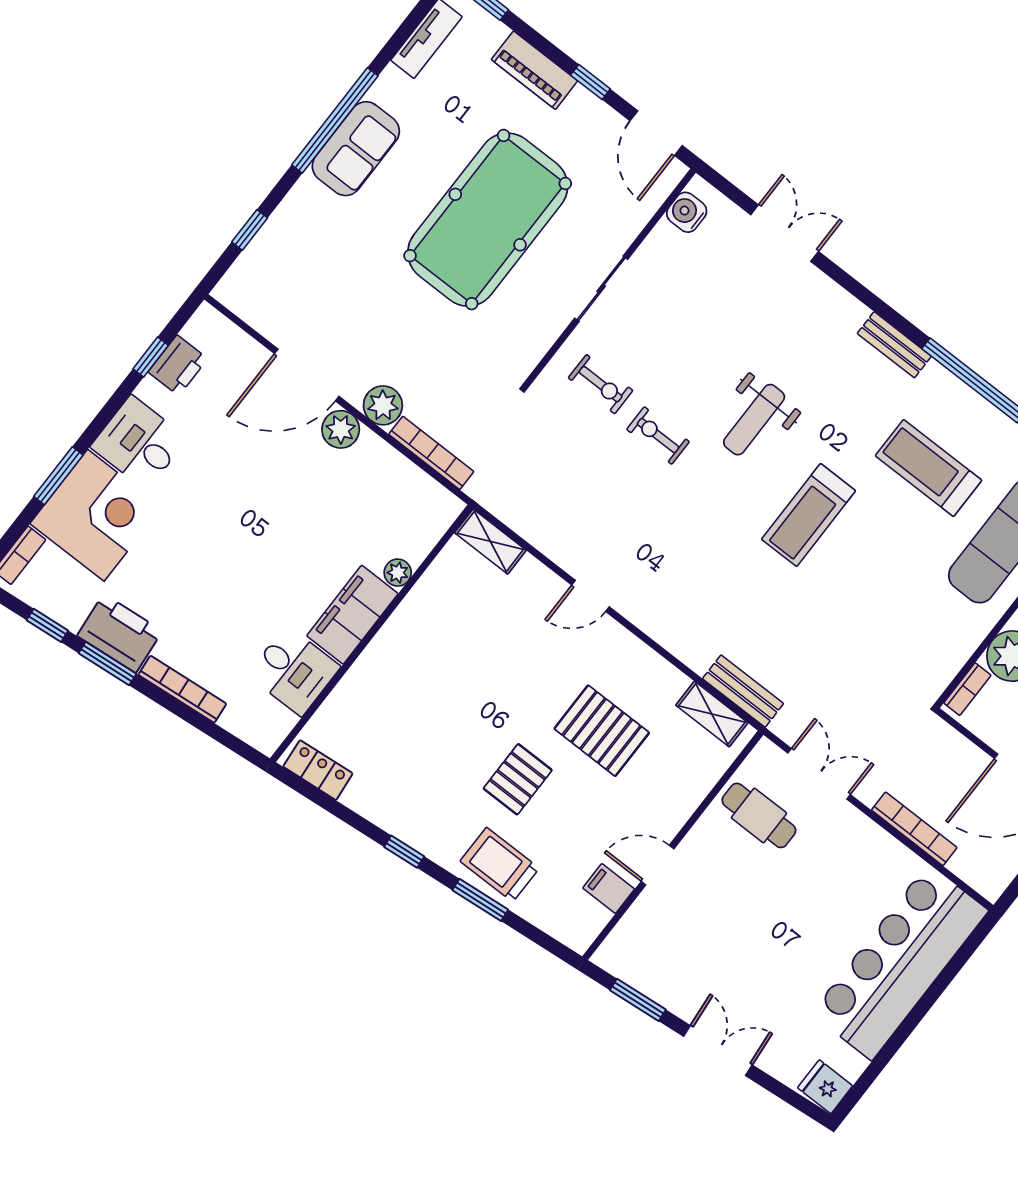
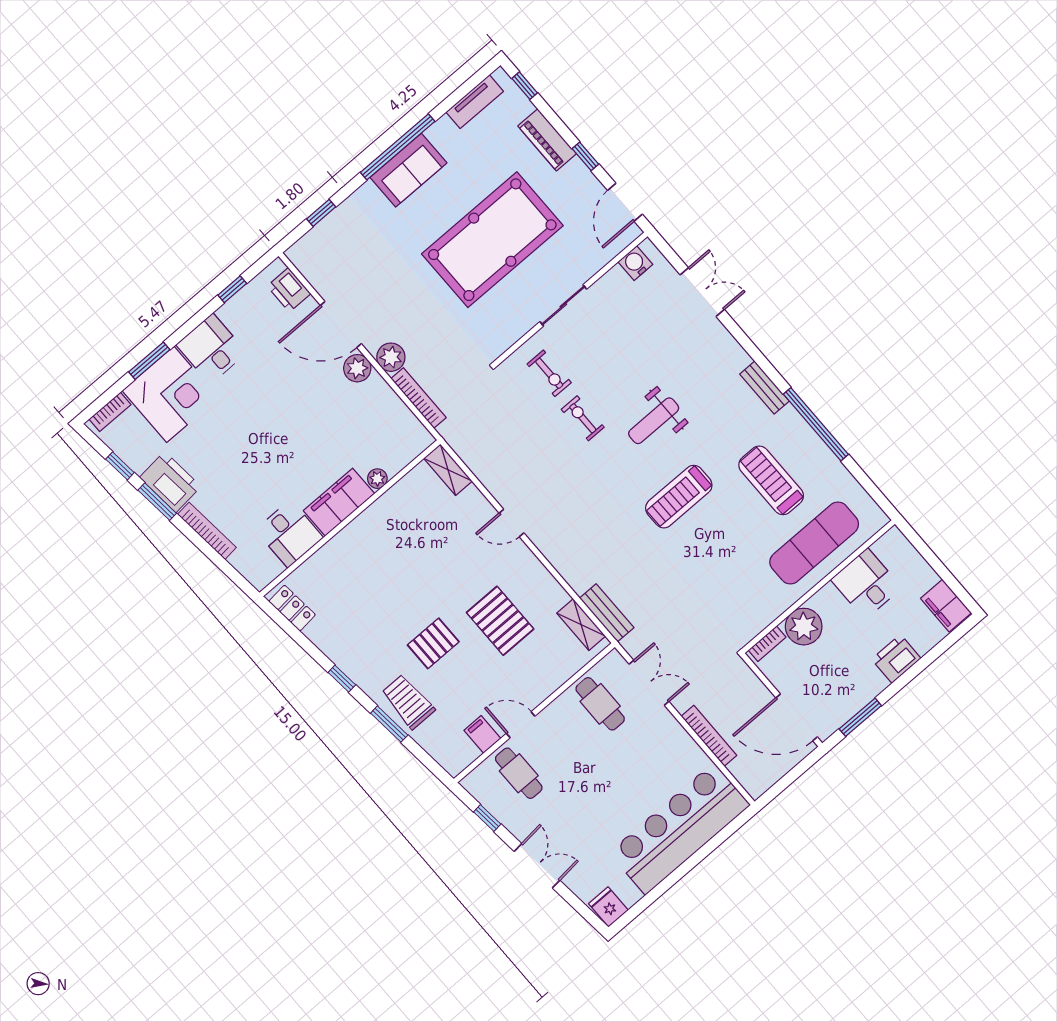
printer: (178, 365) -> (289, 290), moved, turned 90
cafe table: (668, 931) -> (519, 773), added
window: (638, 1000) -> (487, 818), width x0.67

